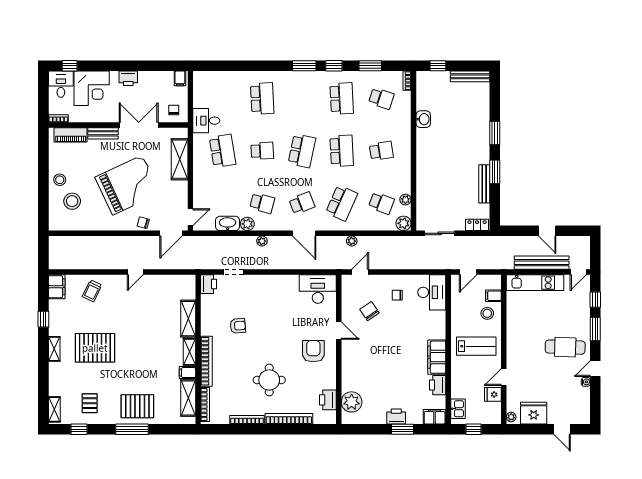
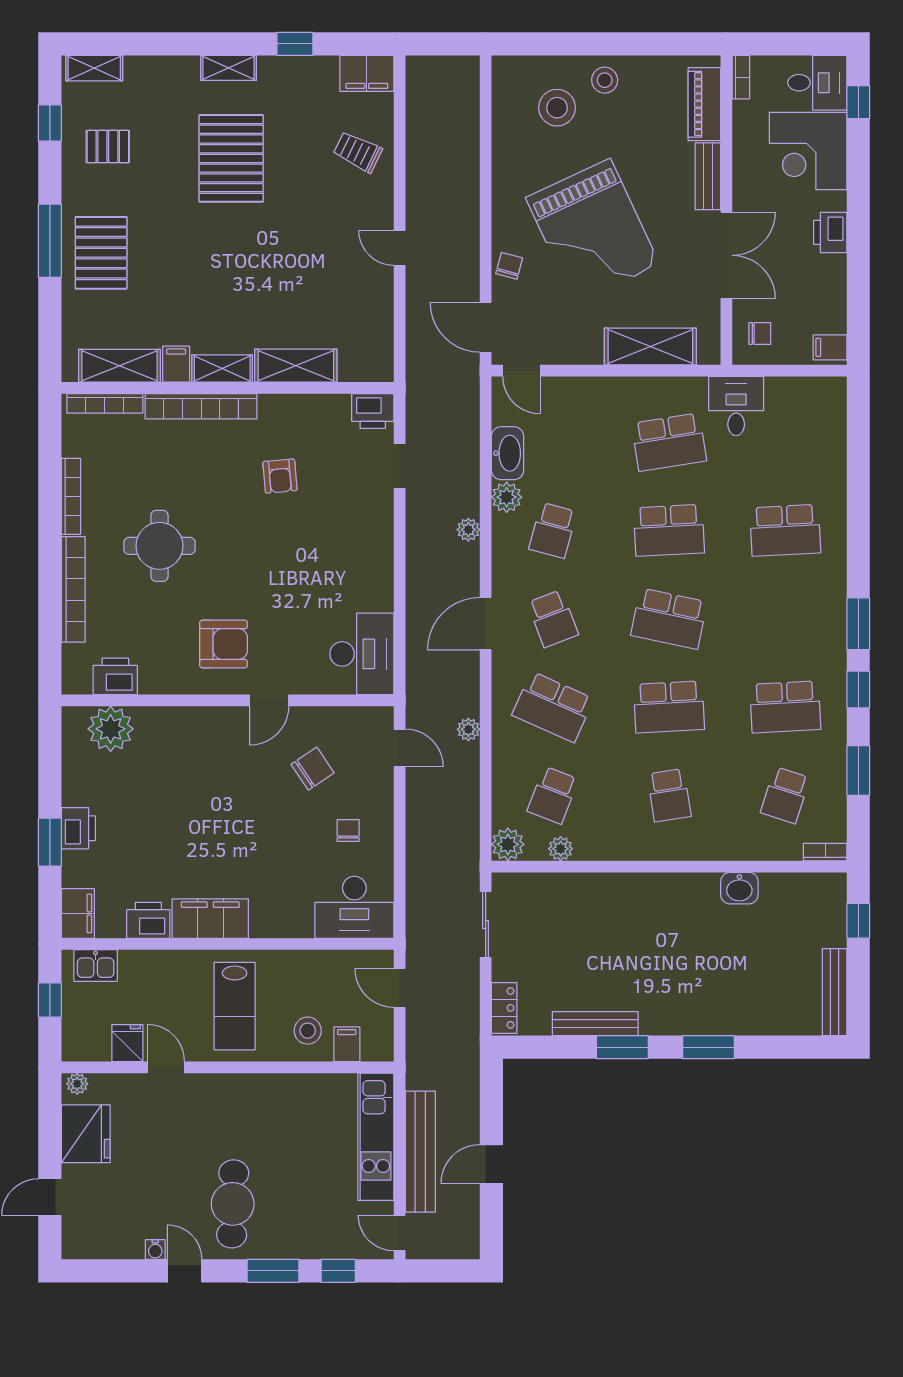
school desk: (262, 151) -> (669, 530), width x1.85

